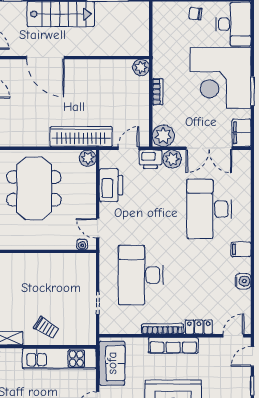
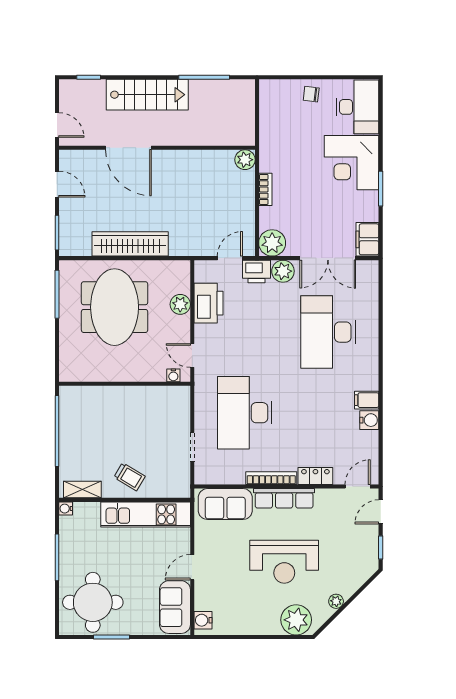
corner desk: (220, 78) -> (352, 163), width x0.74, depth x0.74
wardrobe: (81, 137) -> (130, 244), moved
plant: (88, 158) -> (180, 304), moved
filing cabinet: (241, 249) -> (367, 400), moved
sofa: (112, 363) -> (225, 504), moved, turned 90

